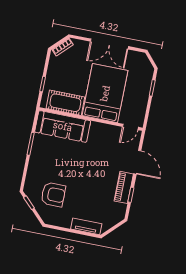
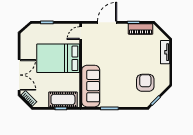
double door: (109, 44) -> (19, 75), moved
cot: (65, 103) -> (63, 99), moved, turned 90
door: (130, 127) -> (81, 33), swing flipped
piano: (124, 187) -> (141, 29), moved

